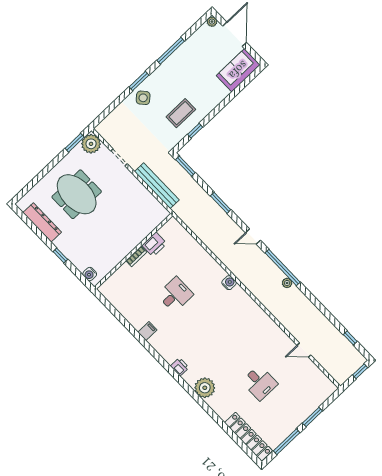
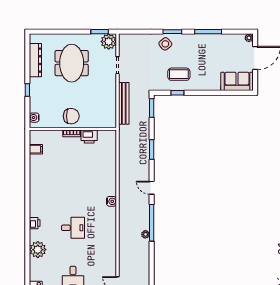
chair: (121, 241) -> (71, 116), added
desk: (175, 295) -> (73, 228), moved
filing cabinet: (147, 331) -> (36, 149), moved

